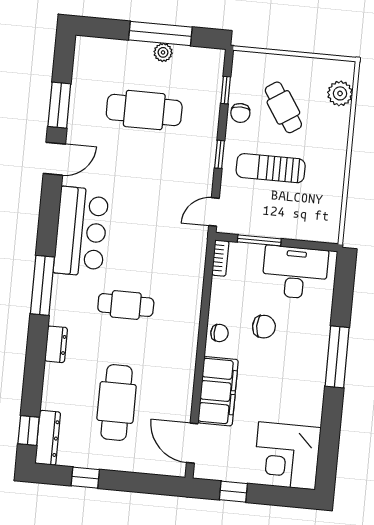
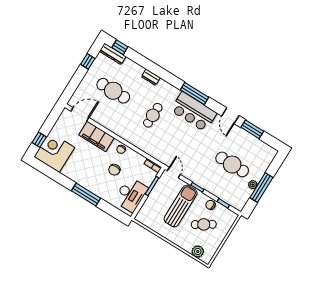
cafe table: (144, 110) -> (232, 164), turned 90
sun lounger: (271, 168) -> (181, 206), width x1.36, depth x1.34
window: (42, 285) -> (195, 93), moved
window: (233, 492) -> (39, 140), moved

